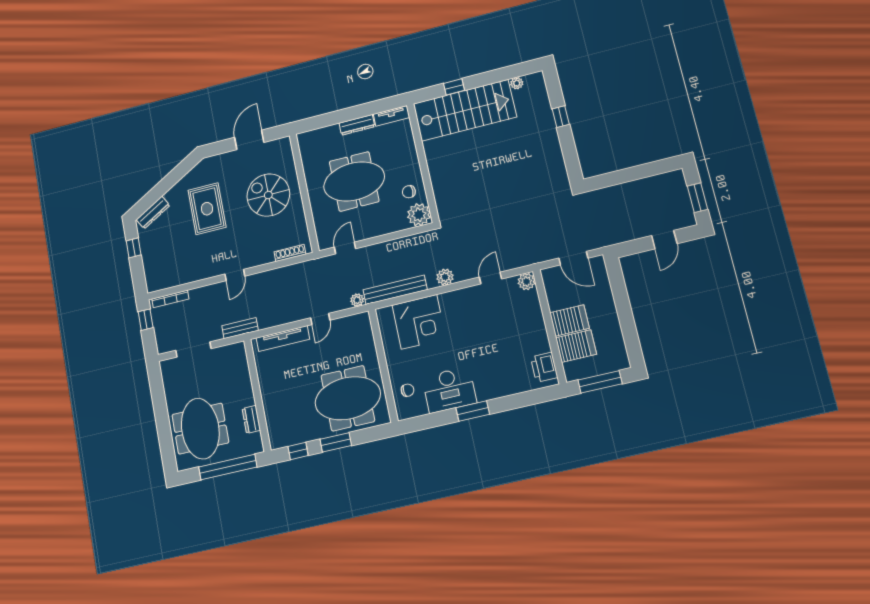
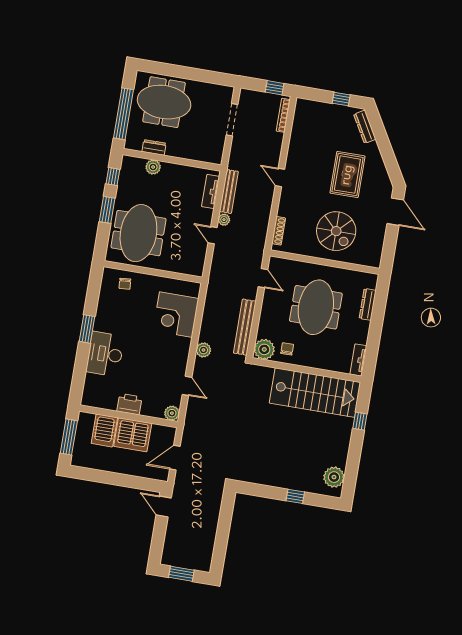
plant: (517, 83) -> (334, 477), width x1.88, depth x1.88
stairs: (465, 110) -> (315, 393), moved, turned -90
dresser: (357, 125) -> (368, 304), moved
door: (249, 140) -> (395, 212), moved
spiral stairs: (268, 195) -> (336, 231), turned 90
rug: (207, 209) -> (347, 175), turned 90
door: (664, 240) -> (164, 506), moved
bench: (395, 290) -> (245, 327), moved
plant: (357, 300) -> (224, 220), moved
server rack: (569, 321) -> (133, 435), width x1.60
bench: (240, 328) -> (229, 191), moved, width x1.36
tv unit: (283, 339) -> (211, 192), width x0.71
printer: (544, 367) -> (129, 404), moved
desk: (449, 390) -> (105, 354), moved
plant: (272, 412) -> (153, 167), added

